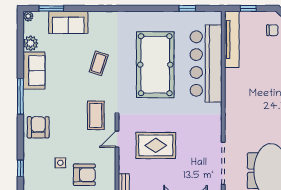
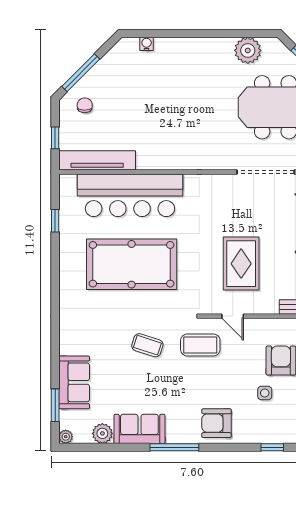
coffee table: (99, 63) -> (147, 345), moved

